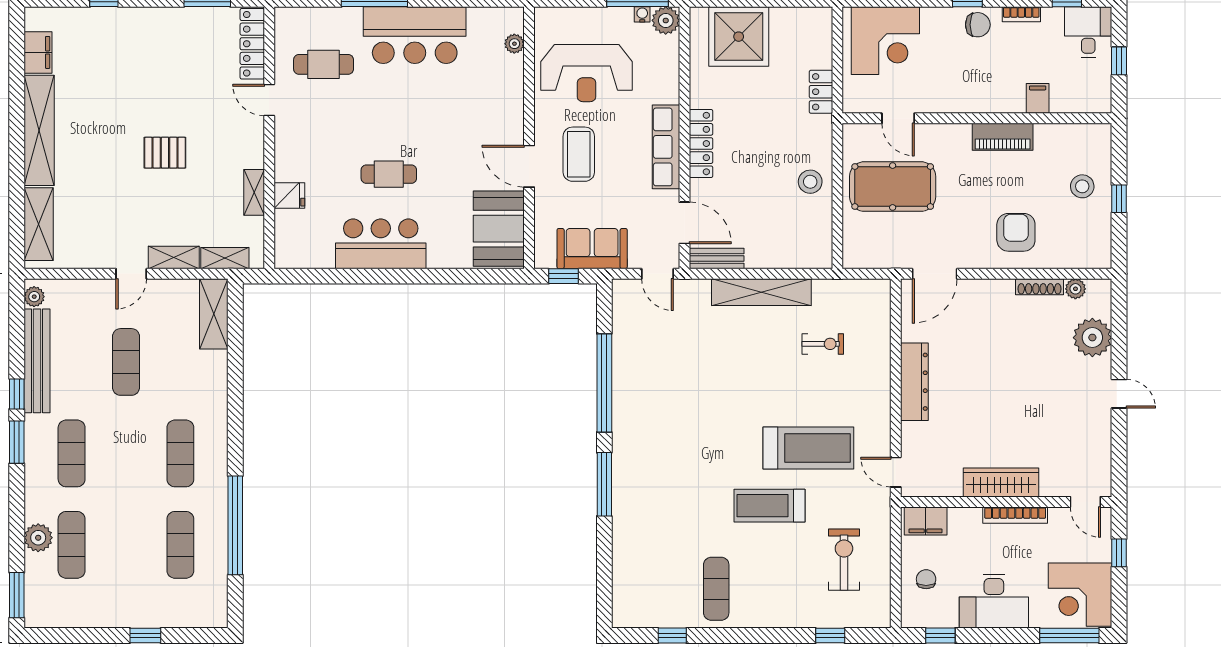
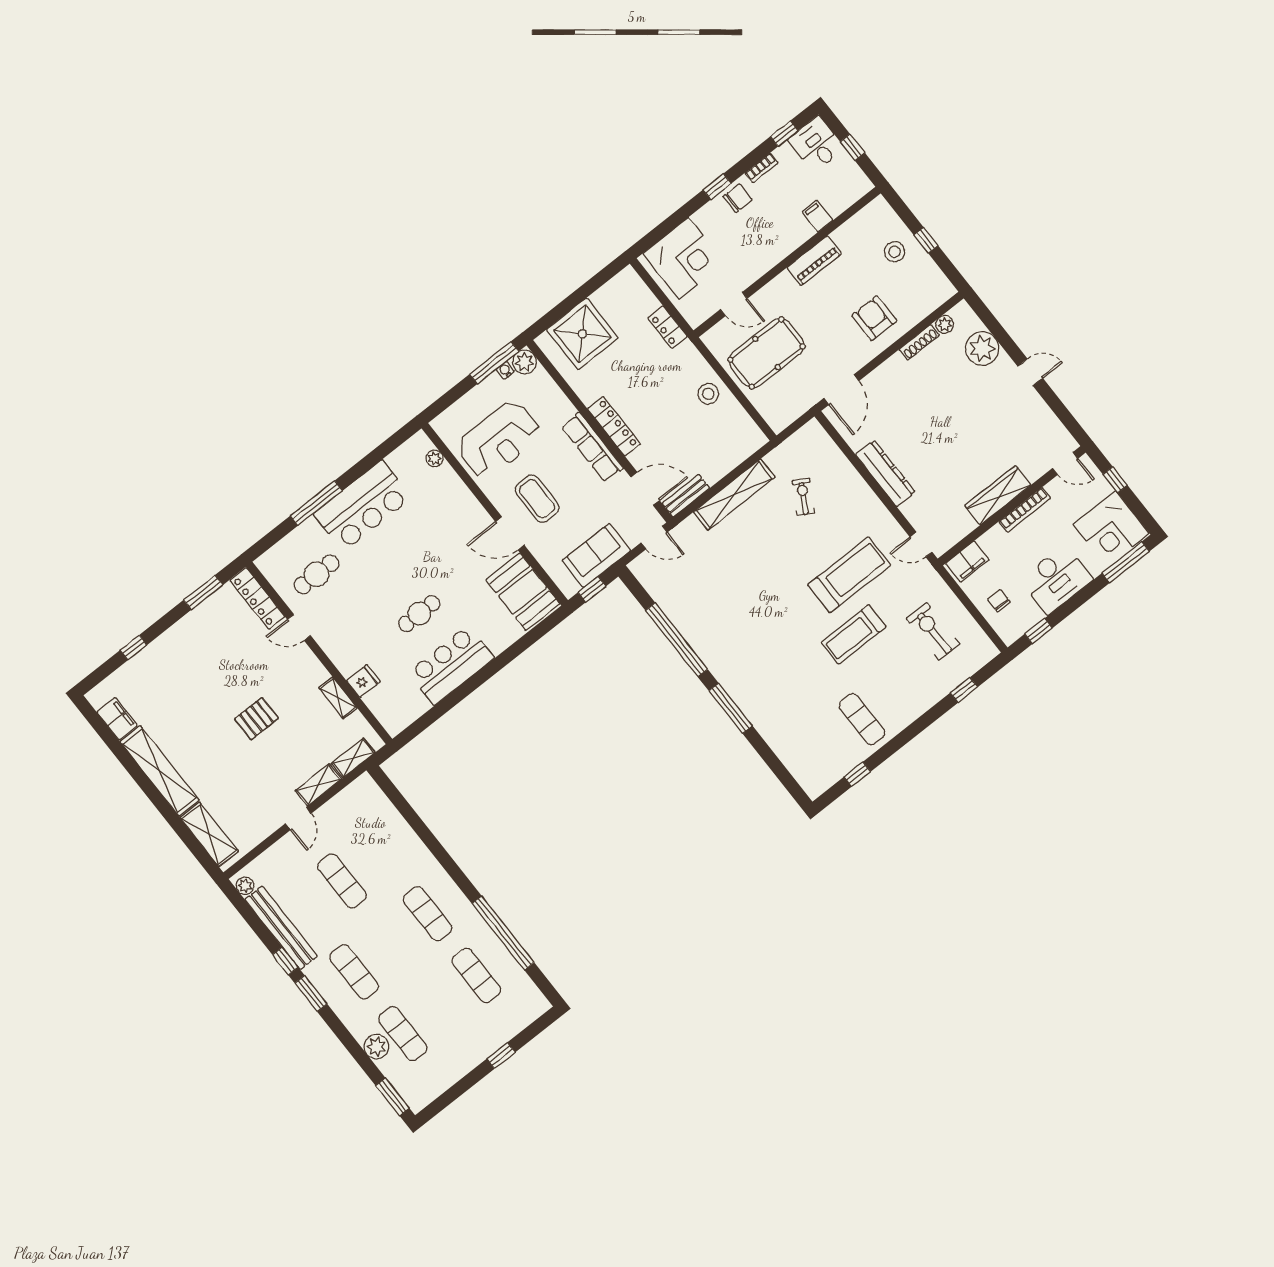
shelving: (214, 314) -> (376, 802), removed
exercise bike: (823, 344) -> (803, 497), turned -60

